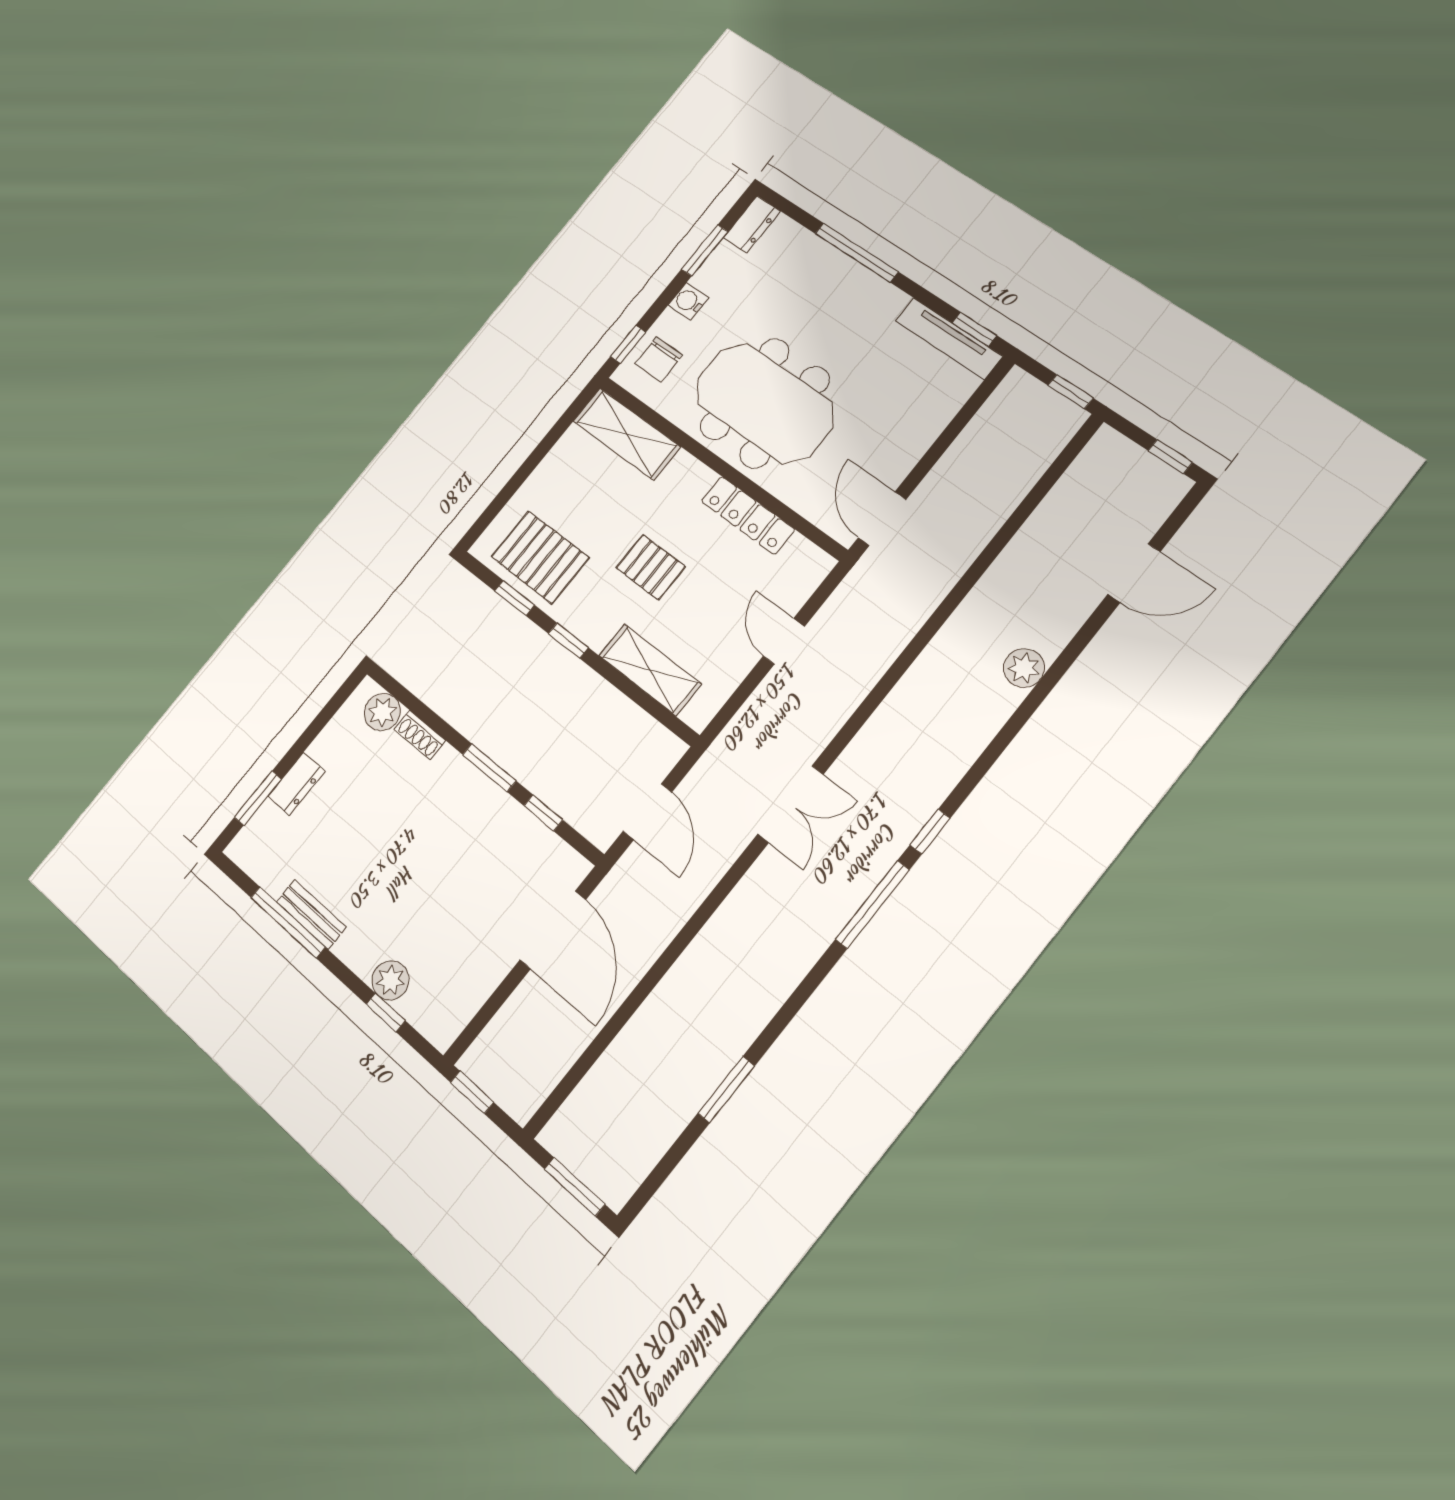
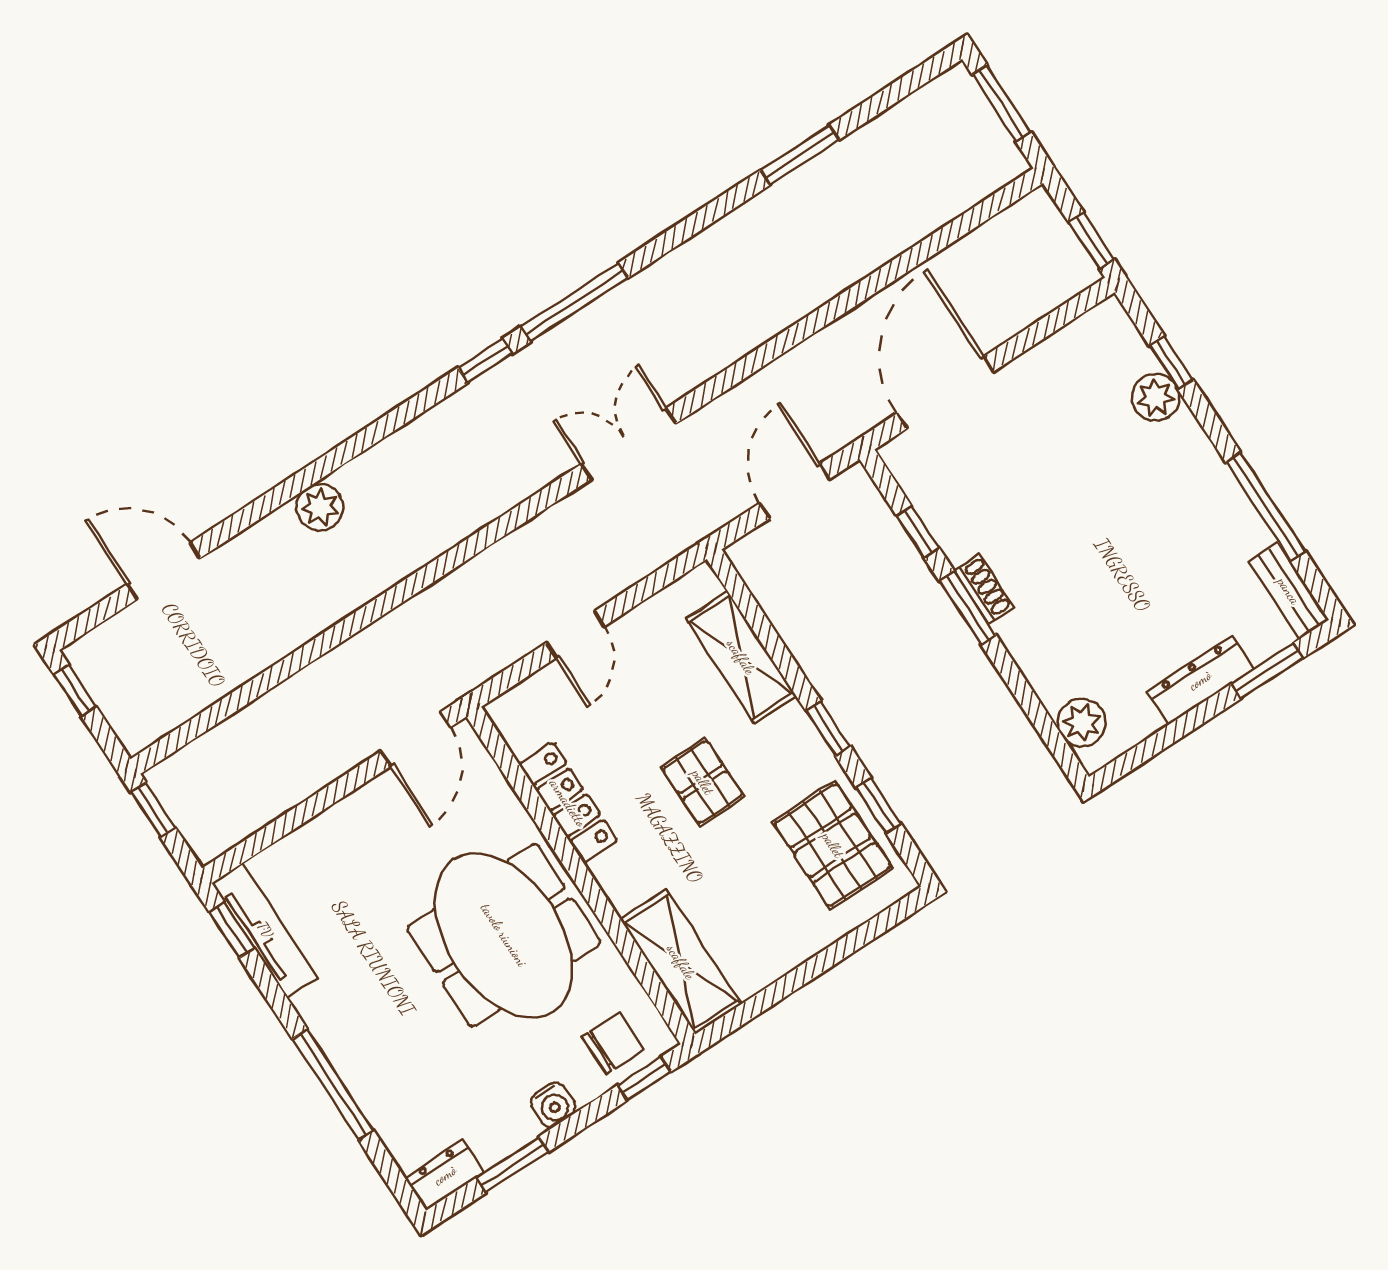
shoe rack: (420, 735) -> (984, 589), moved
dresser: (296, 784) -> (1200, 680), width x1.44
bench: (311, 914) -> (1289, 591), moved

